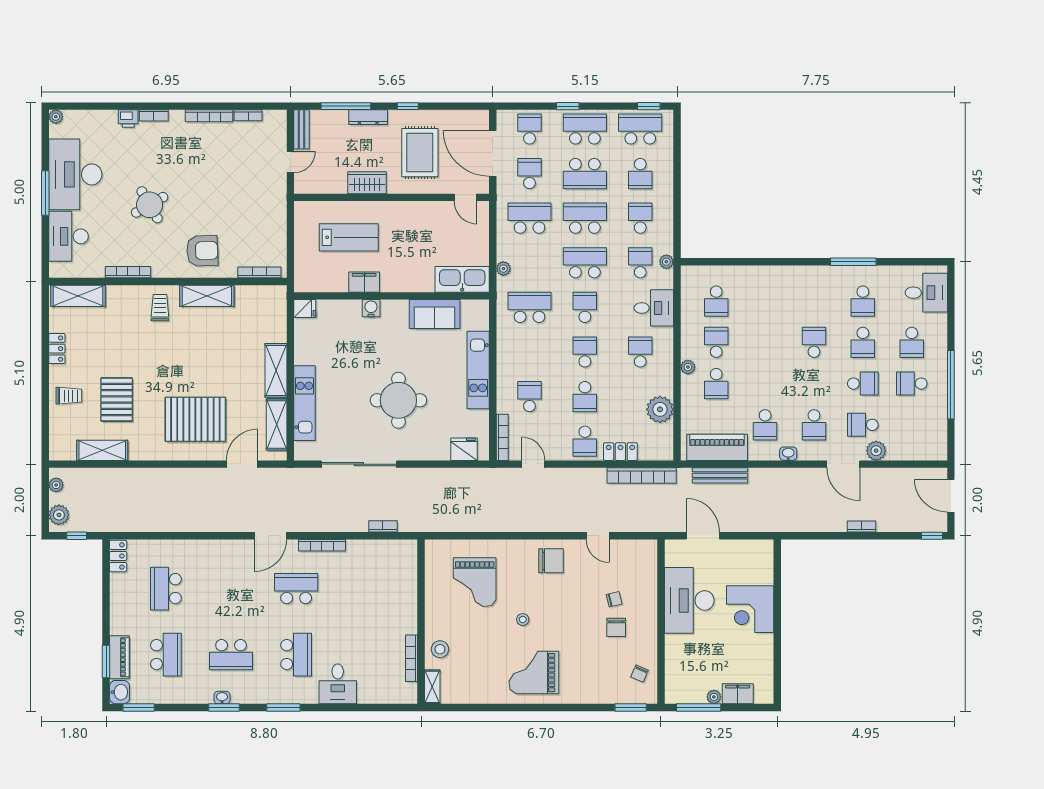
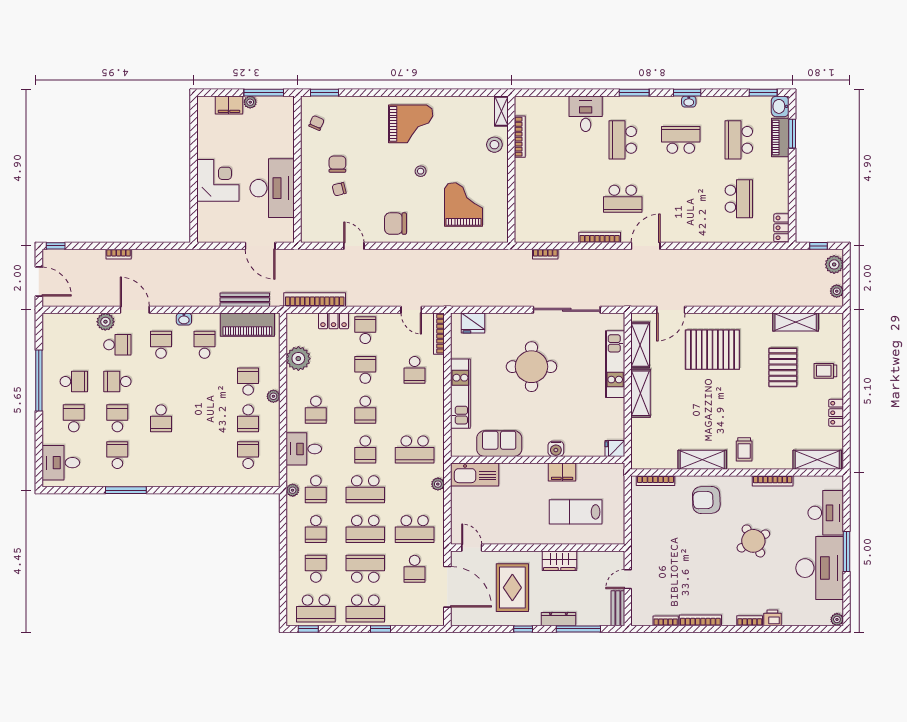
school desk: (529, 129) -> (415, 609), removed

